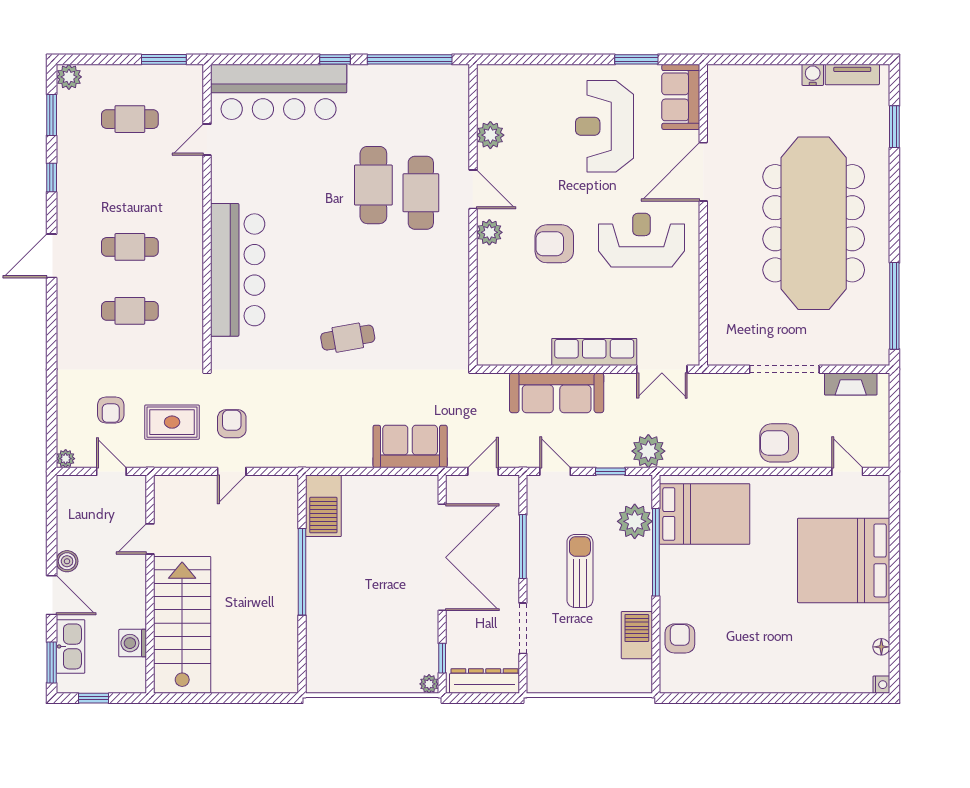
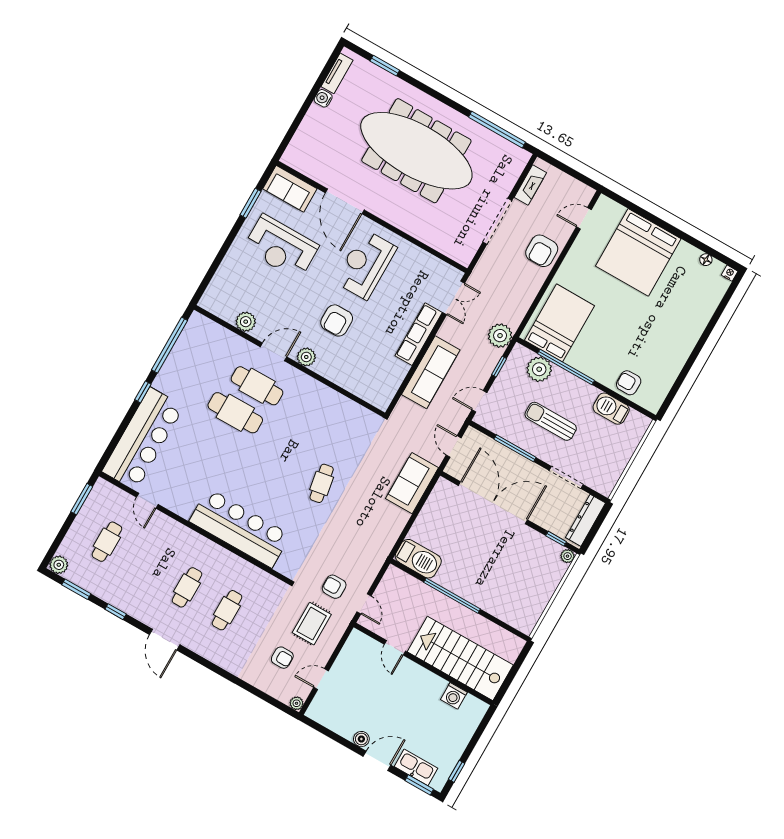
door: (150, 539) -> (395, 648), moved
wall: (150, 584) -> (423, 664), moved
stairs: (182, 625) -> (460, 658), moved
washing machine: (133, 643) -> (454, 696), moved

